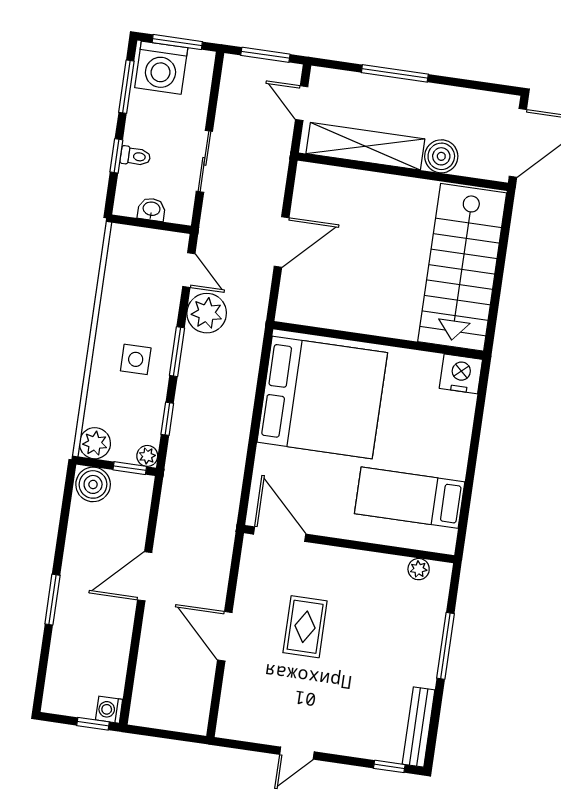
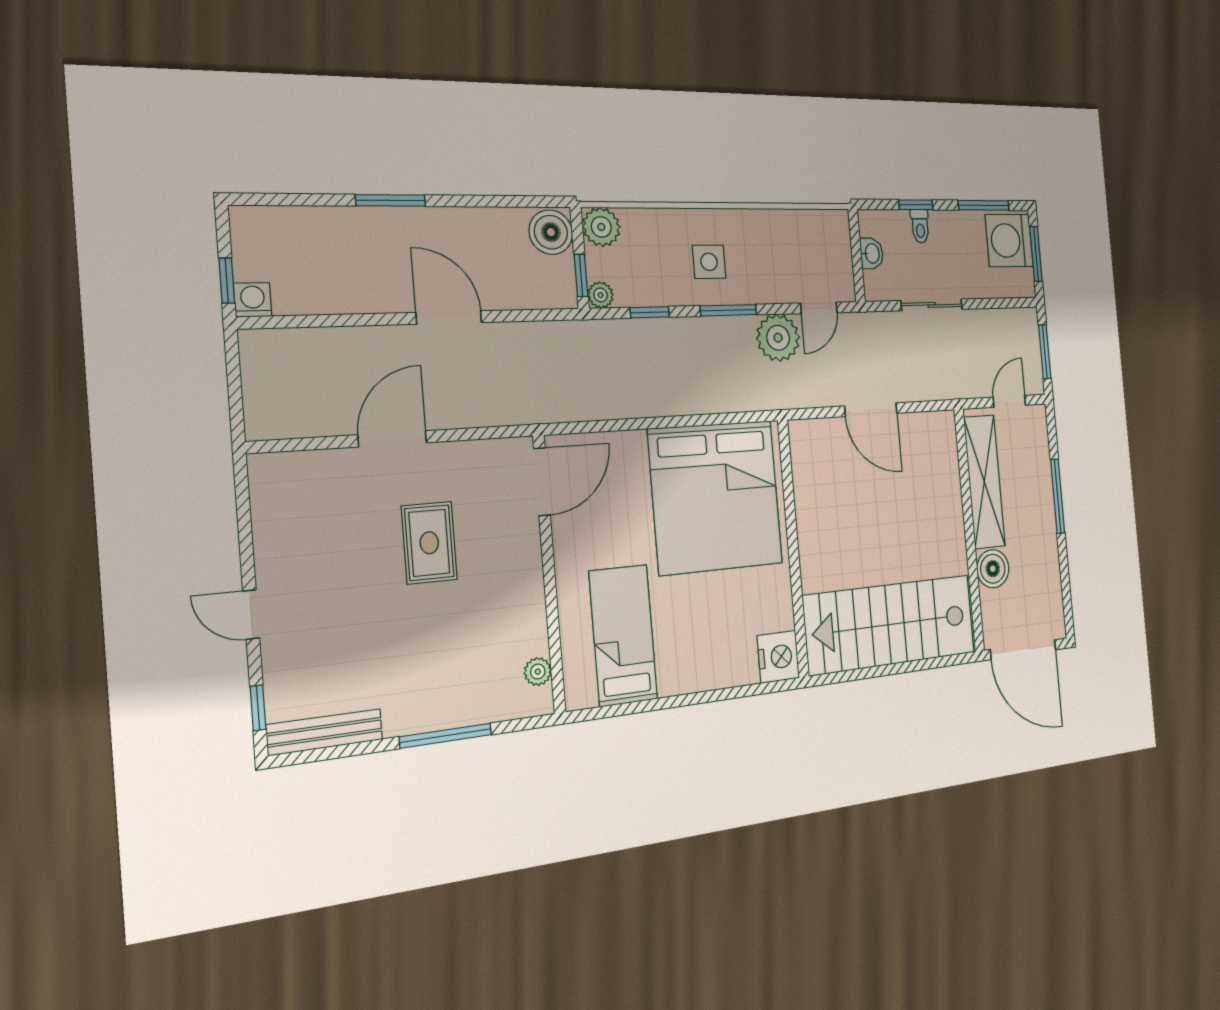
rug: (305, 627) -> (429, 543), turned 90
door: (297, 753) -> (251, 615), moved

